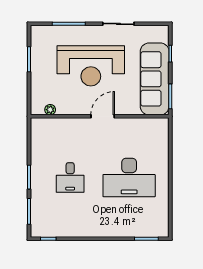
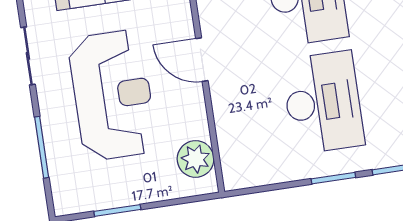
plant: (50, 110) -> (196, 159), width x1.87, depth x1.87
desk: (70, 177) -> (323, 102), width x1.87, depth x1.30

